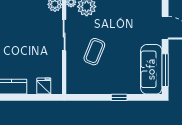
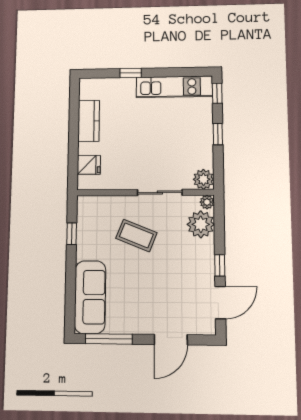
sofa: (151, 69) -> (90, 297), moved, turned 90
window: (119, 97) -> (72, 234), moved

